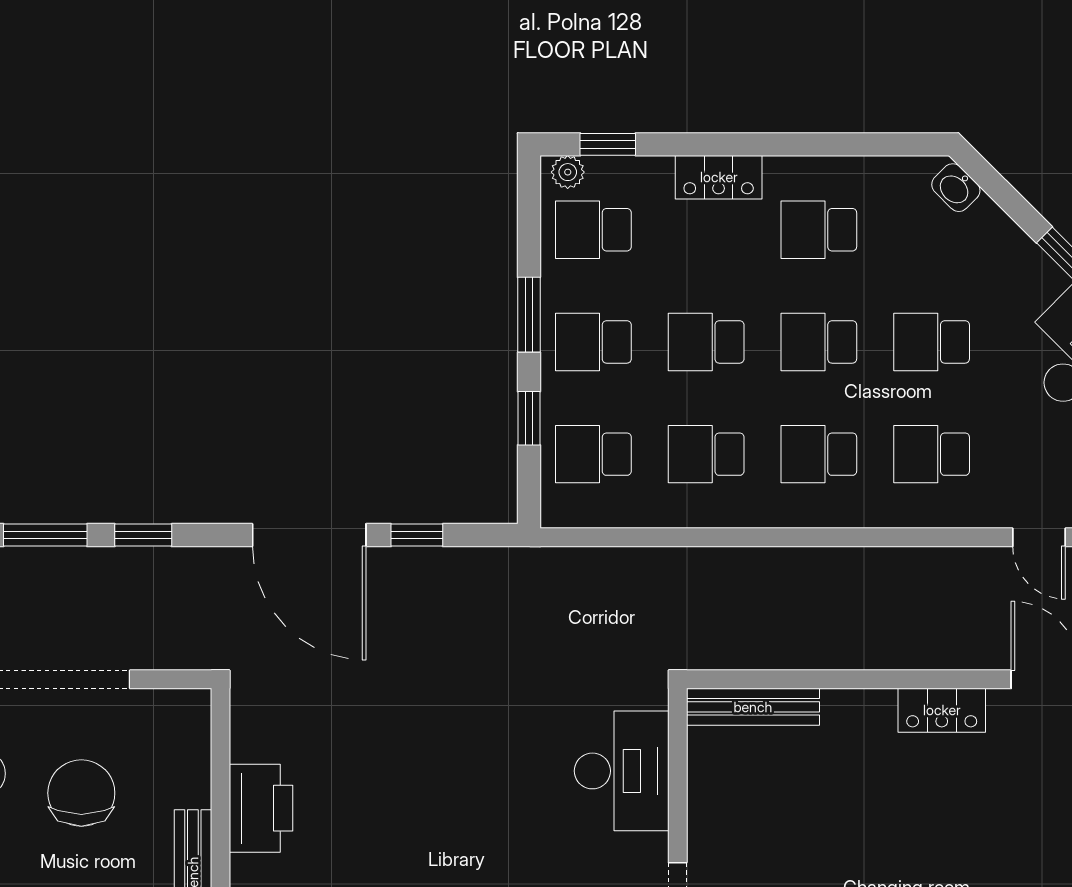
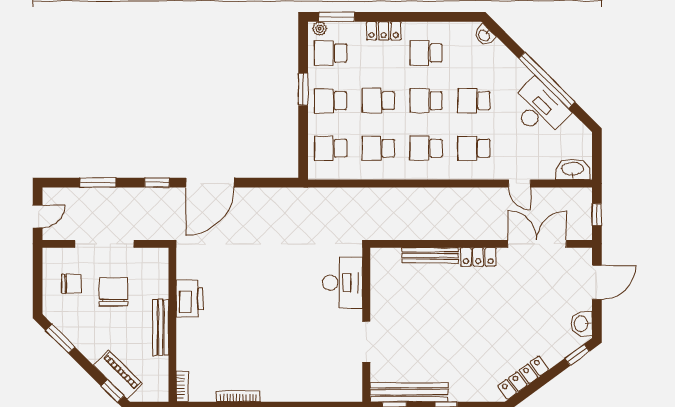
window: (608, 144) -> (337, 17), width x1.50
window: (529, 418) -> (303, 133), removed
window: (143, 535) -> (157, 183), moved
door: (309, 535) -> (210, 183), hinge flipped
window: (417, 535) -> (256, 183), removed
bench: (753, 707) -> (430, 255), moved

